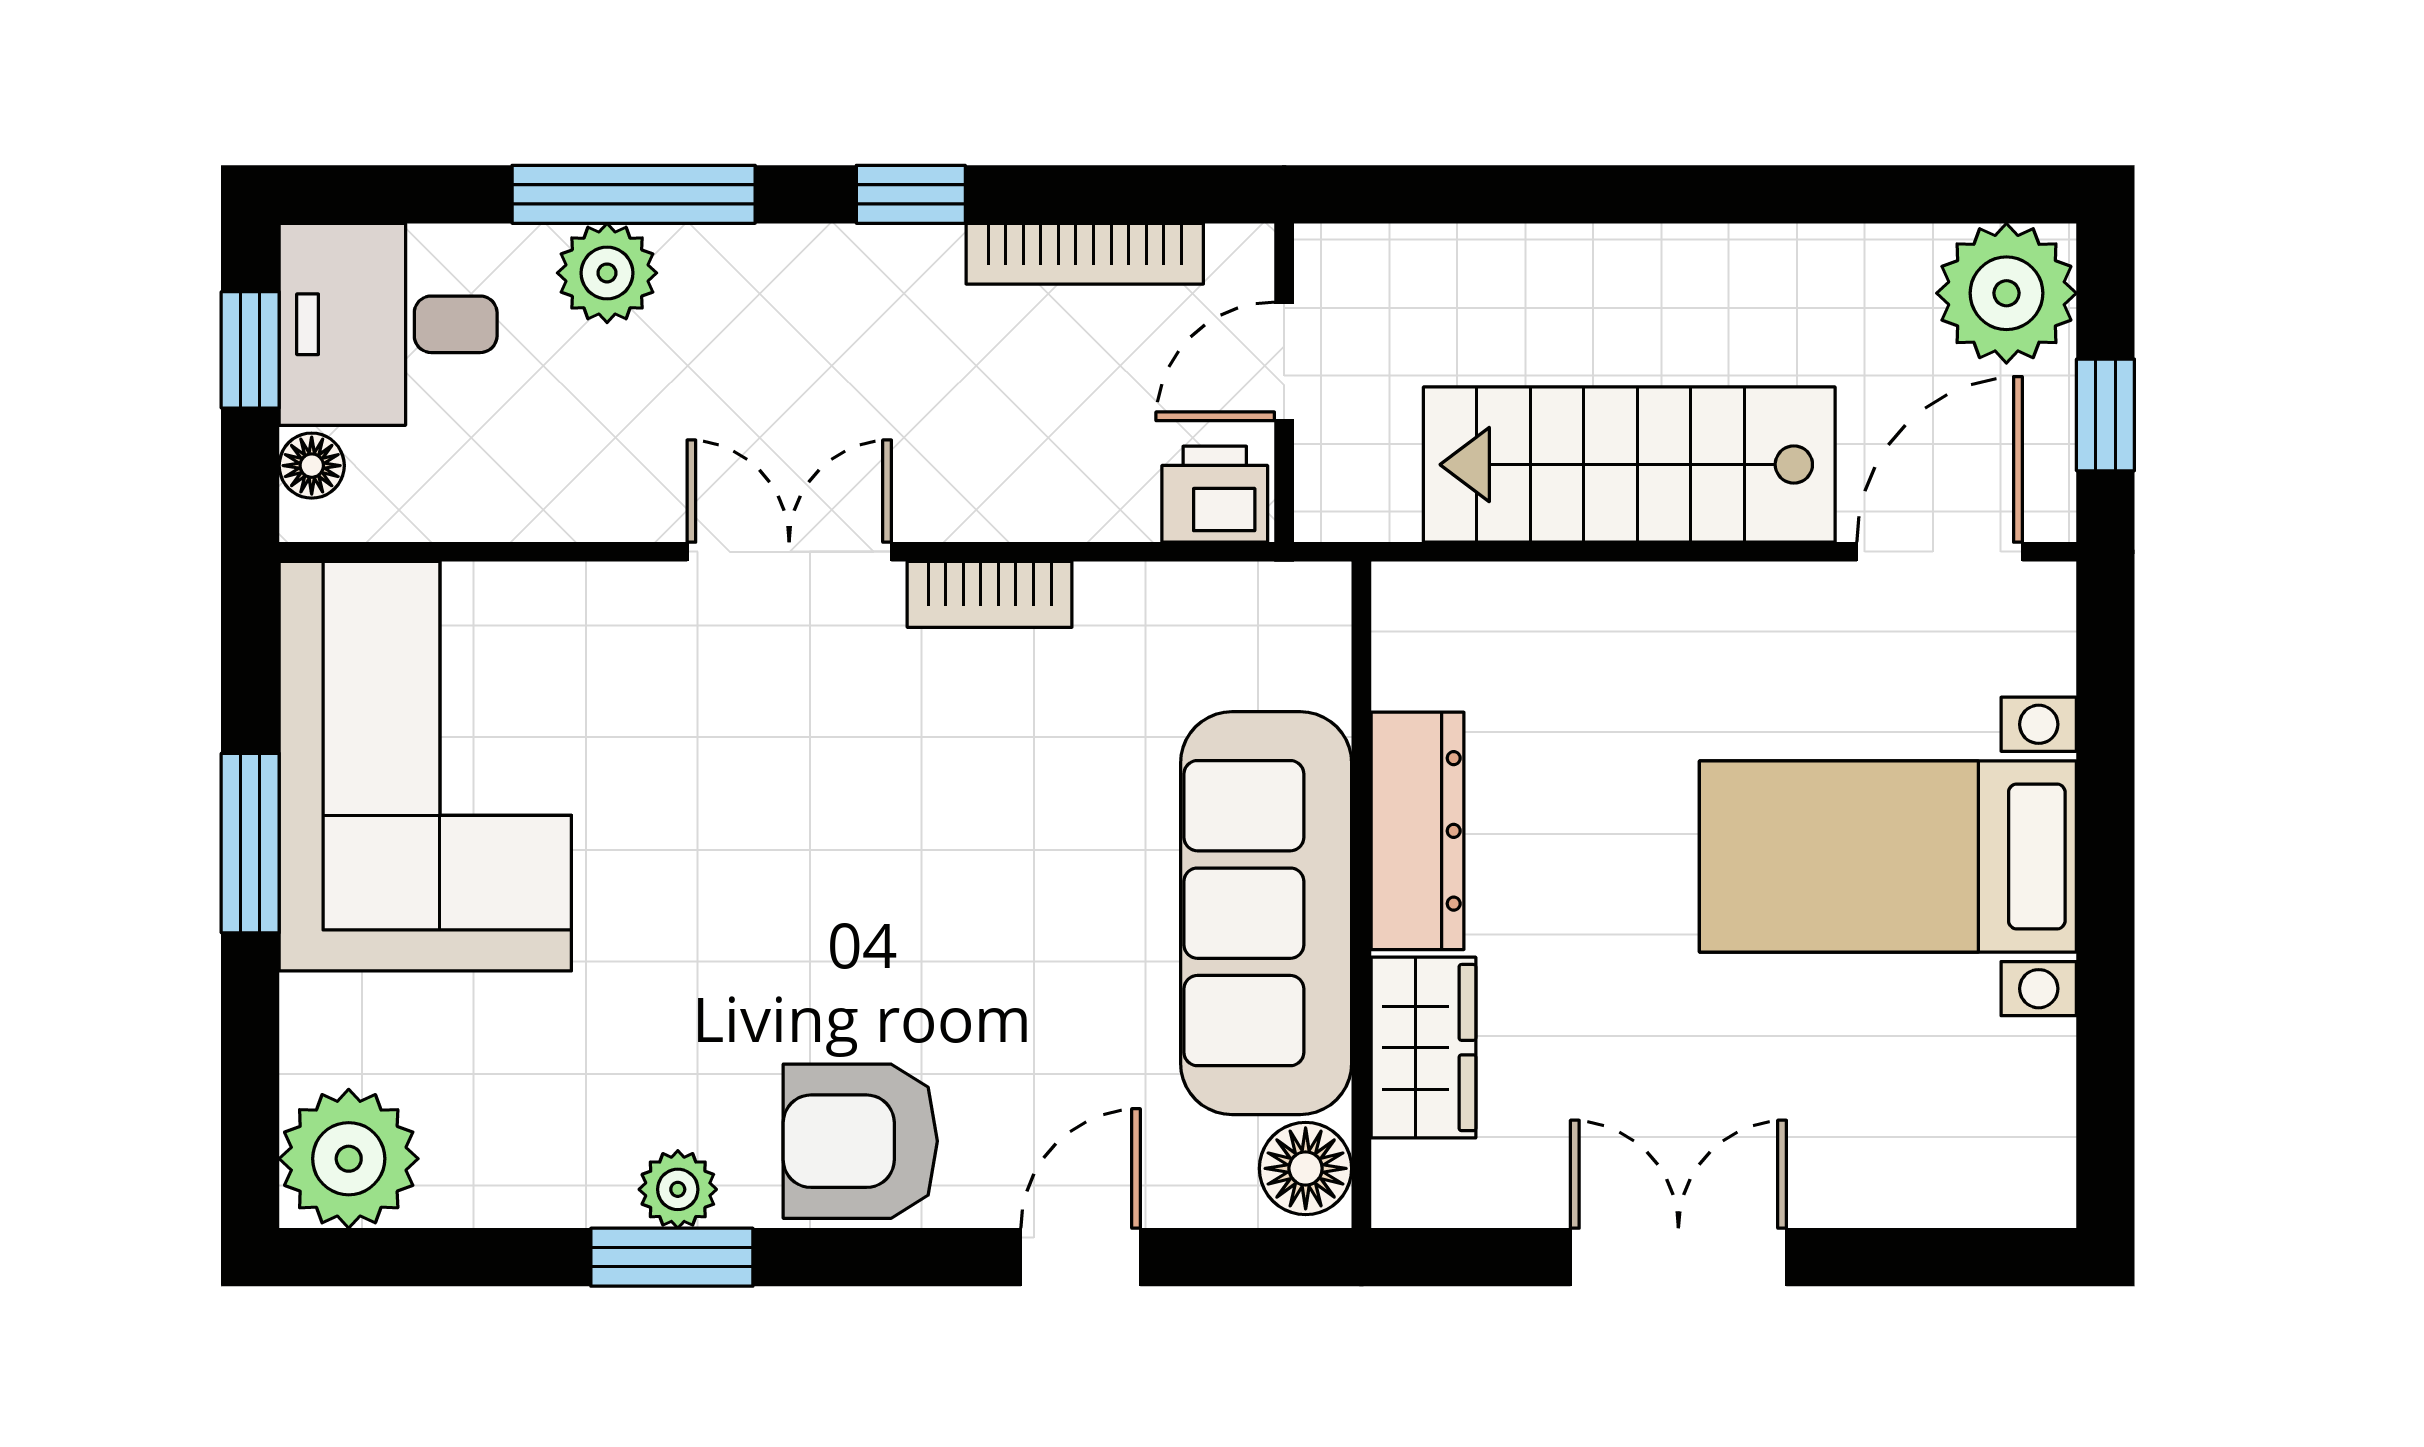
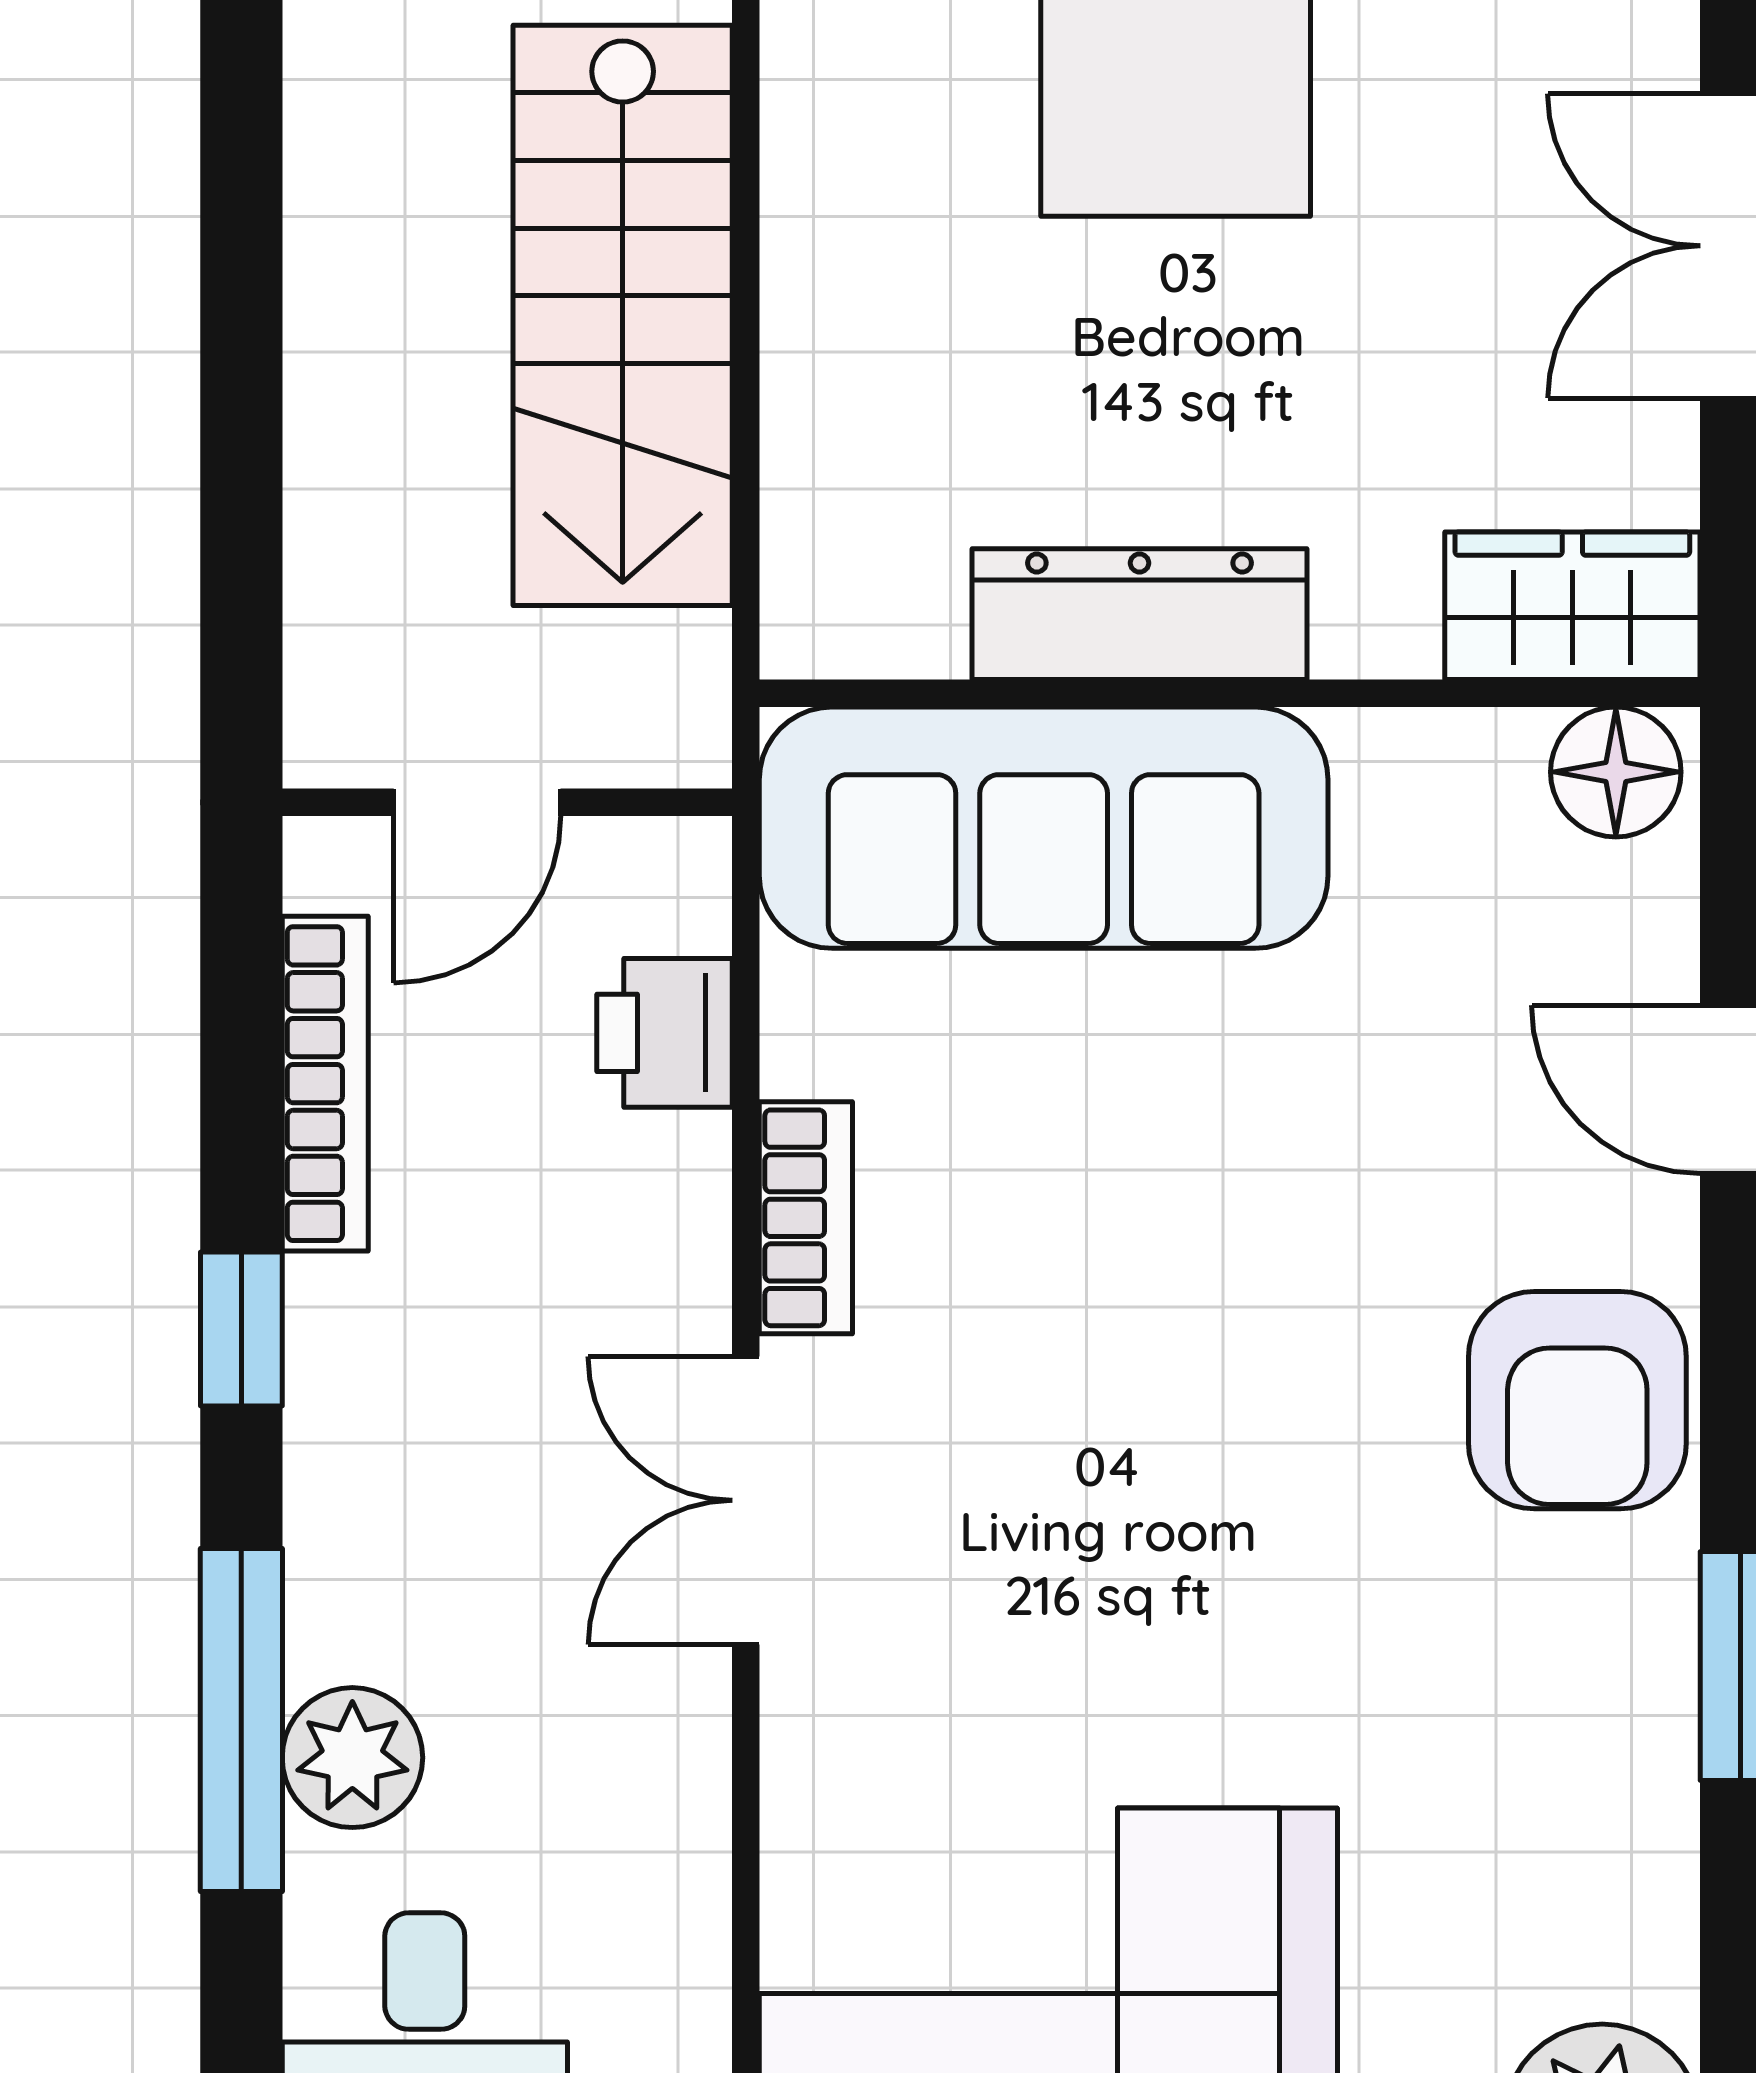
door: (1284, 361) -> (477, 802), hinge flipped
printer: (1215, 494) -> (664, 1033), moved
sofa: (1266, 913) -> (1044, 828), moved
wardrobe: (1423, 1048) -> (1572, 606), moved
plant: (678, 1189) -> (1645, 1658), removed

